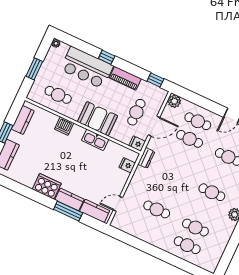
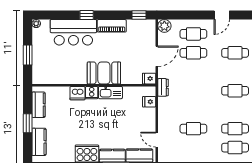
cafe table: (58, 95) -> (59, 68), removed
cafe table: (136, 112) -> (136, 51), removed
cooker: (78, 132) -> (92, 93), added
door: (118, 204) -> (157, 140), hinge flipped

